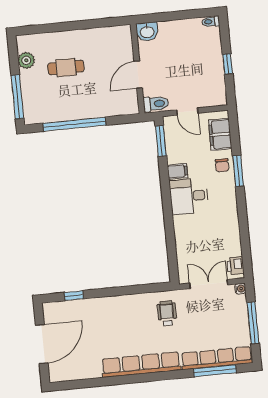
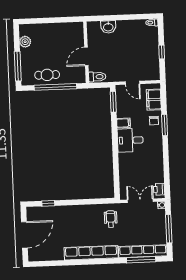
cafe table: (66, 68) -> (47, 75), moved
wall: (138, 69) -> (86, 52), moved
door: (138, 75) -> (86, 56), moved
toilet: (156, 104) -> (97, 77), moved

